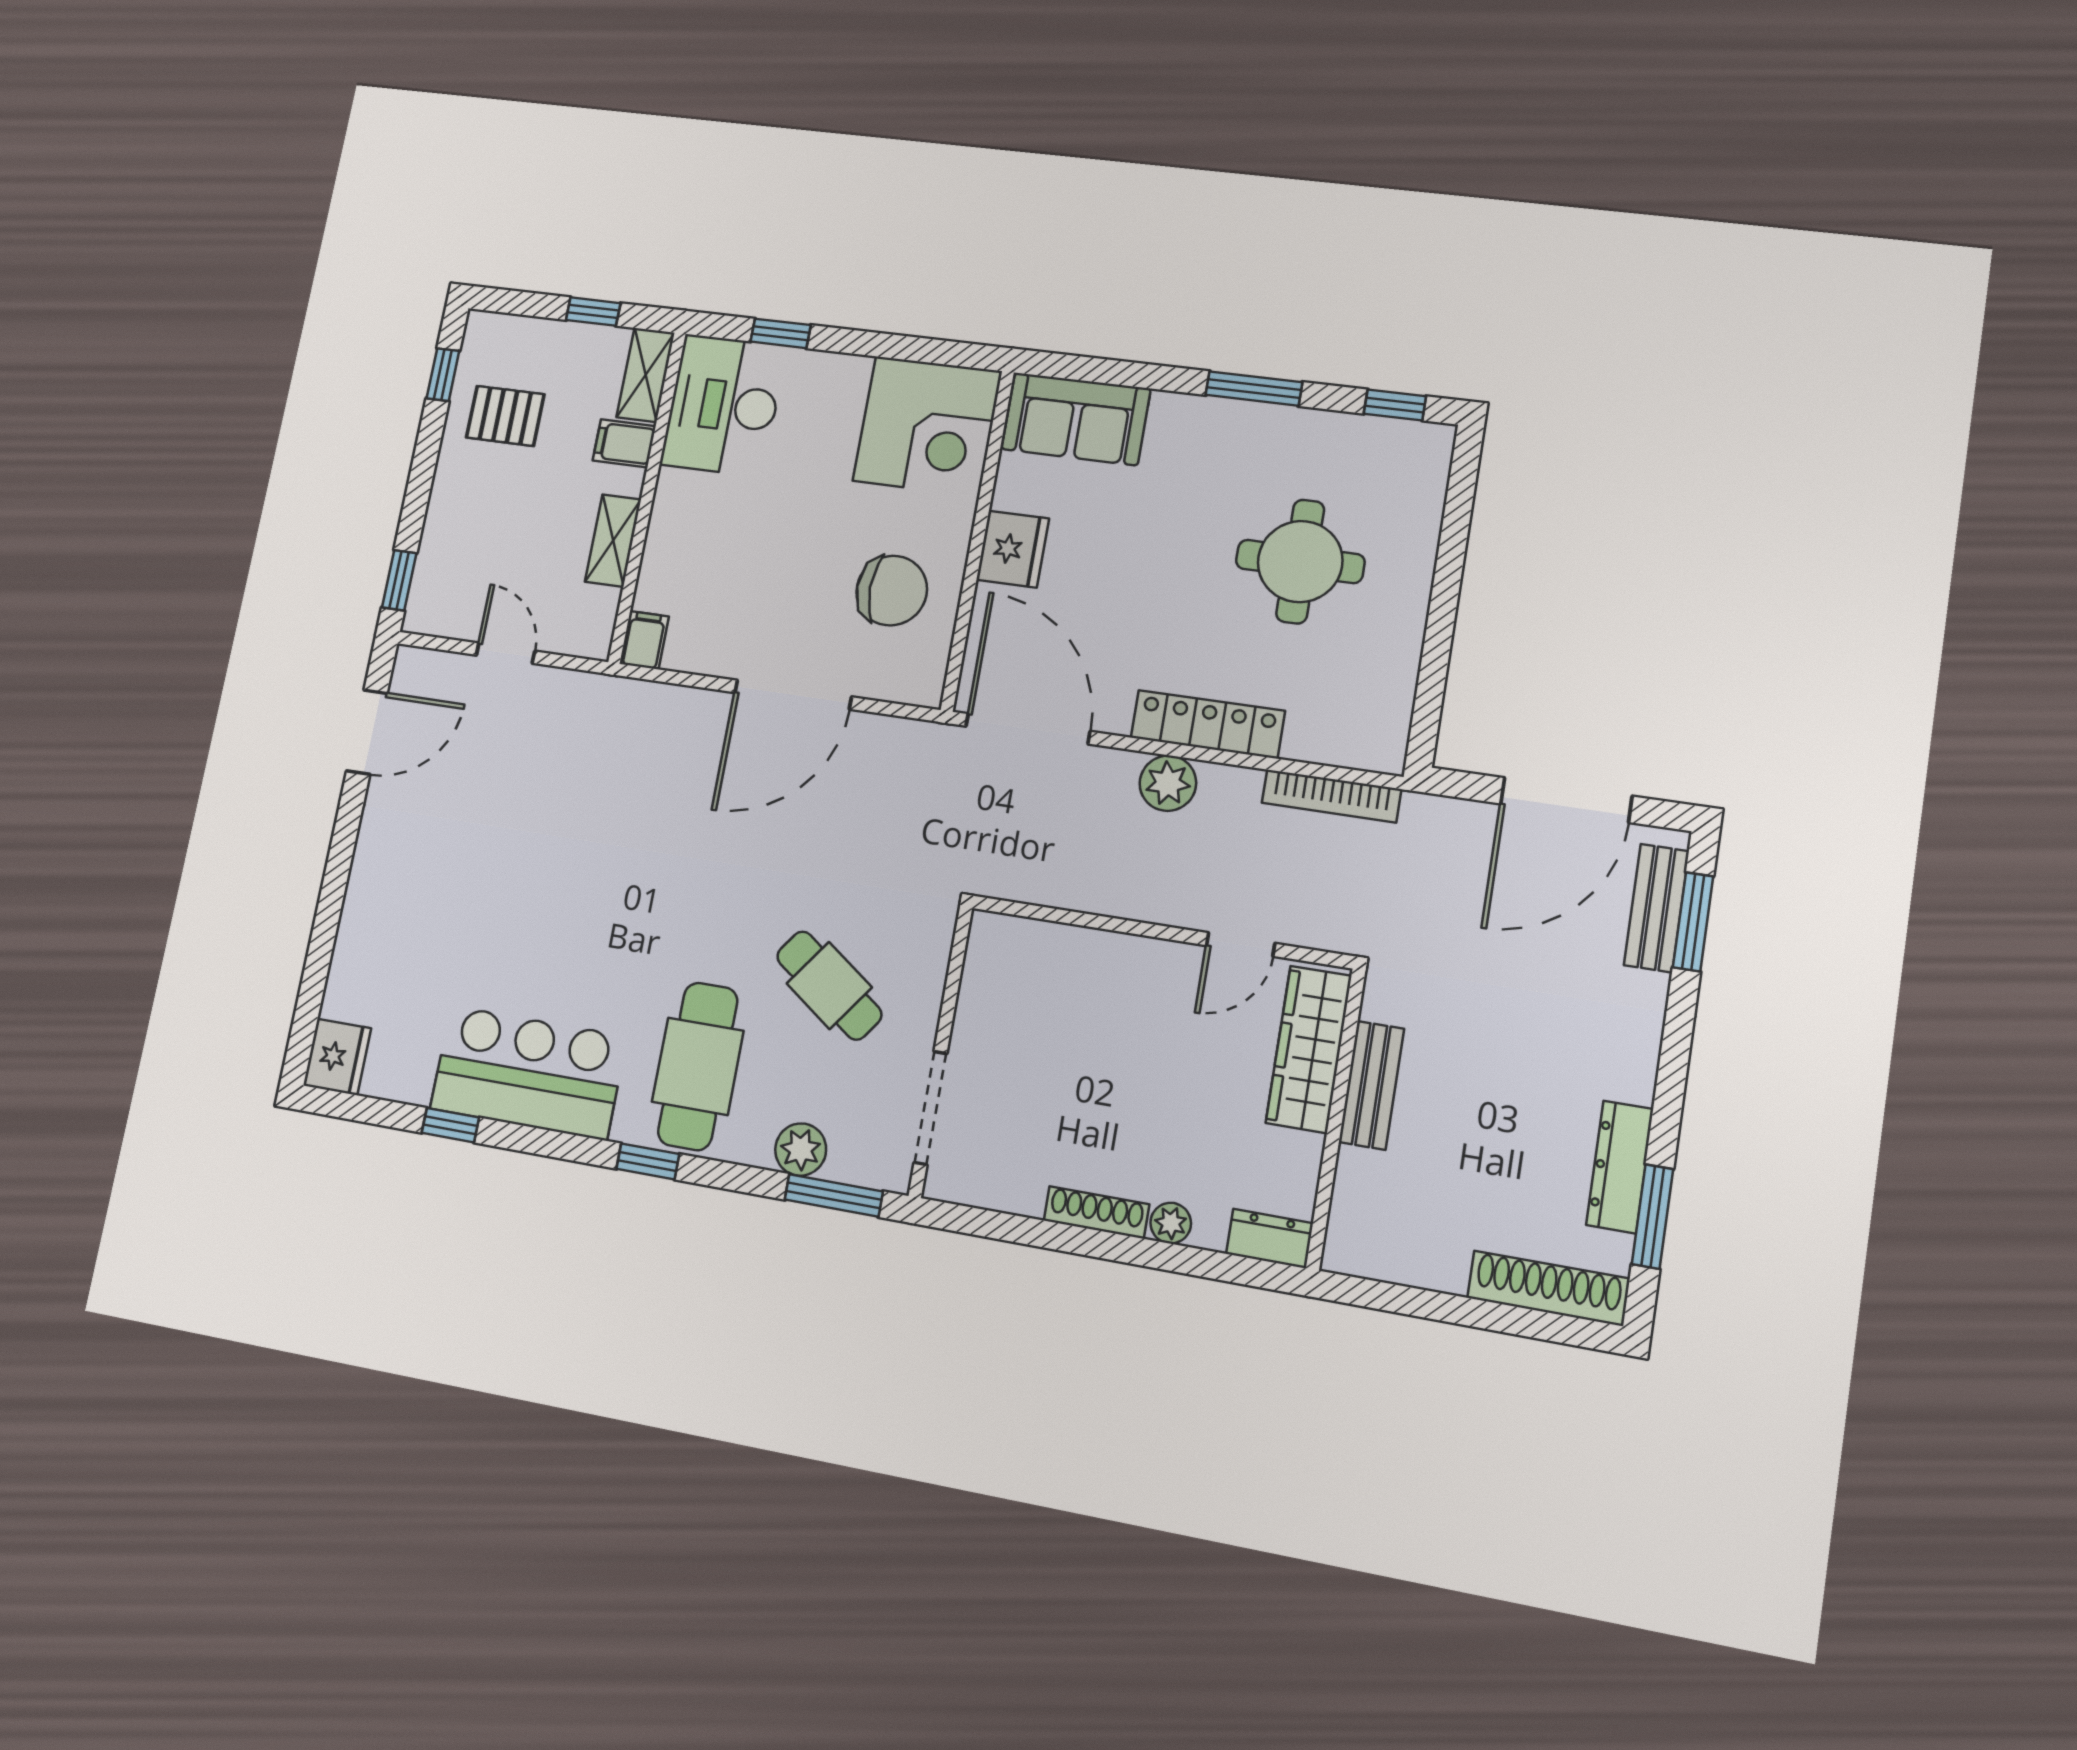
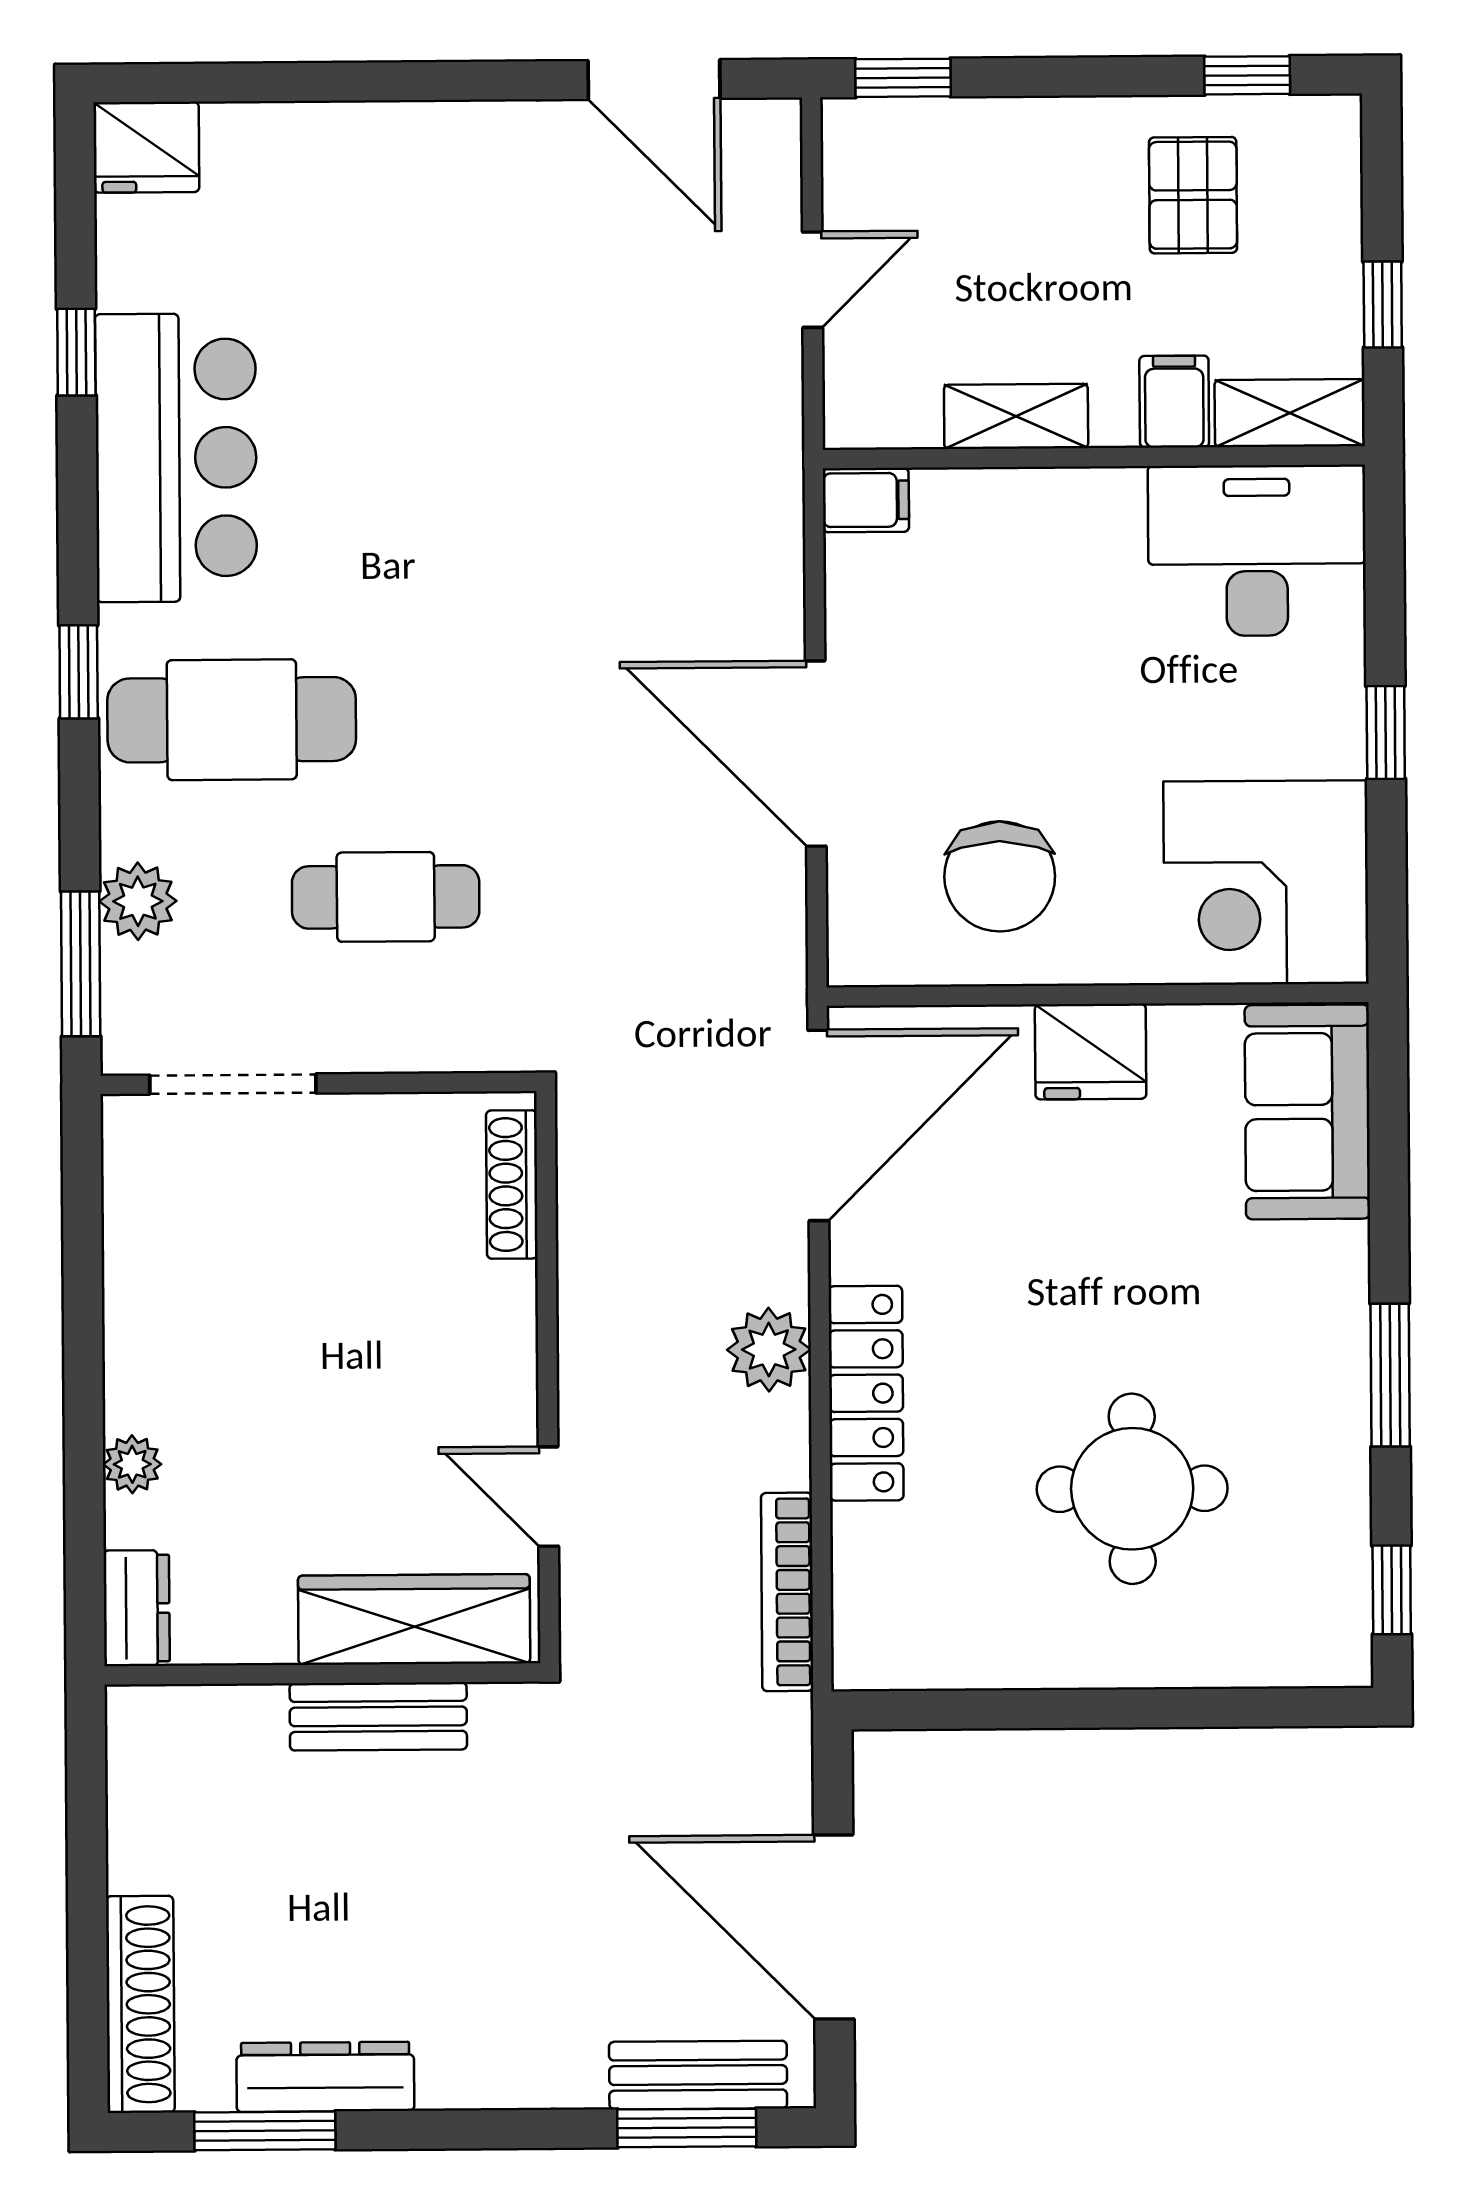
window: (781, 333) -> (1386, 732), moved
cafe table: (829, 985) -> (386, 897), turned 54
shoe rack: (1096, 1212) -> (512, 1184), moved, turned 180

